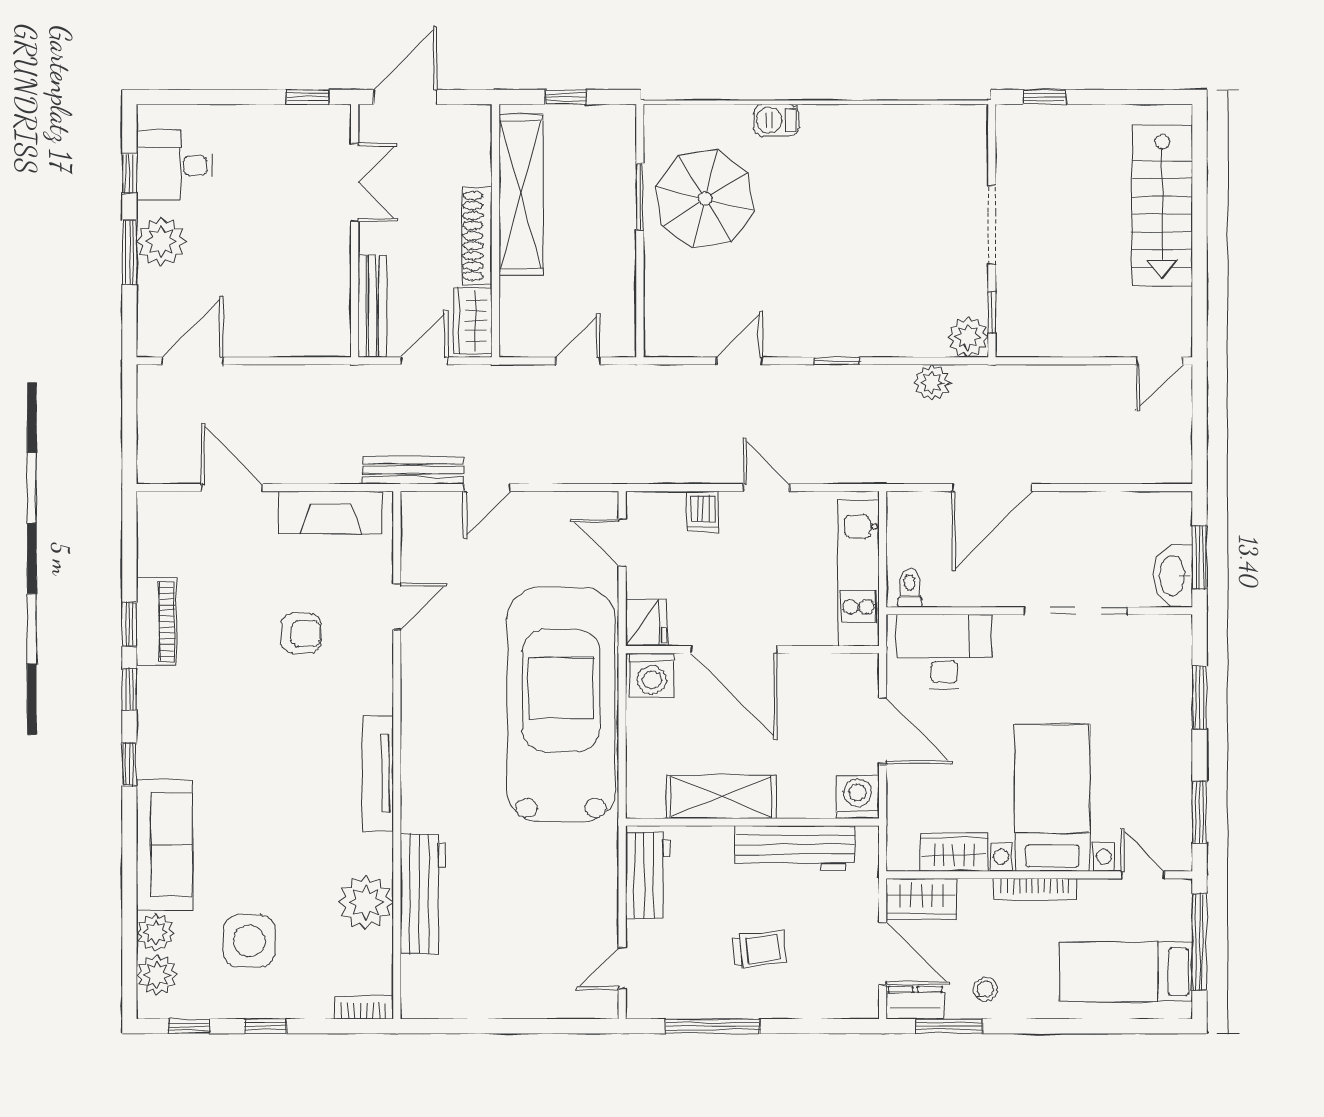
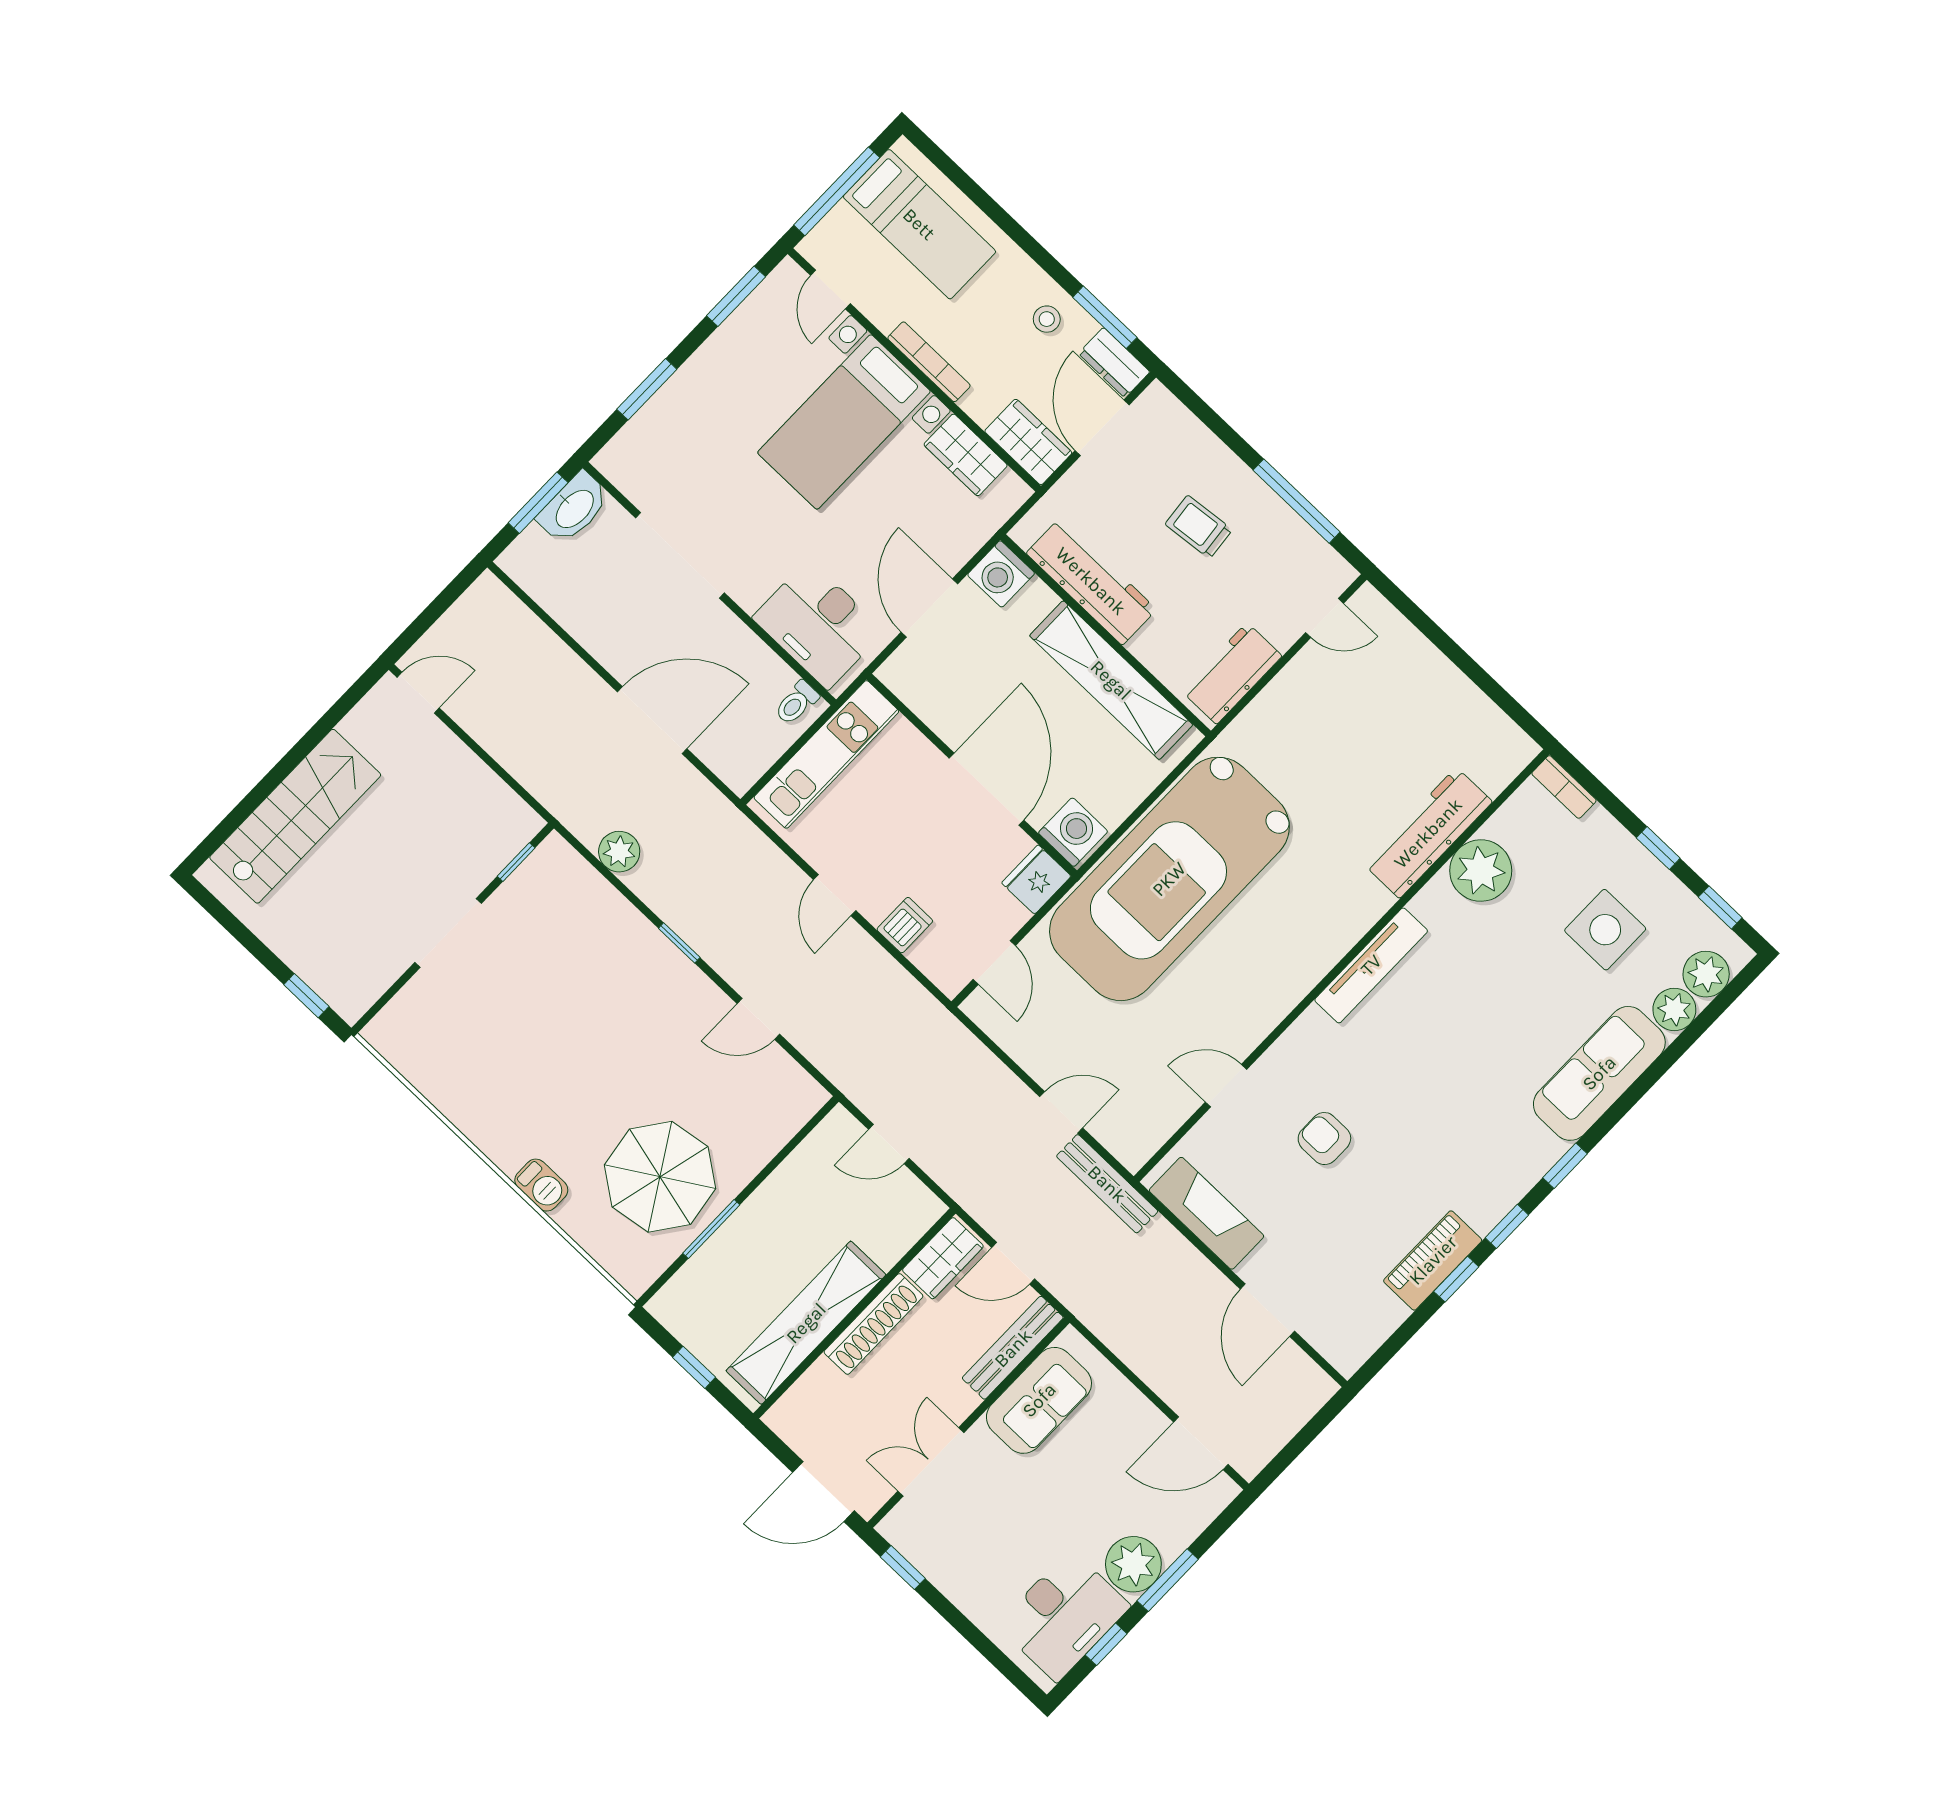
desk: (175, 165) -> (1064, 1616), width x1.37
sofa: (323, 289) -> (1039, 1400), added
plant: (968, 337) -> (555, 861), removed
shelving: (721, 797) -> (1111, 680), width x1.47

